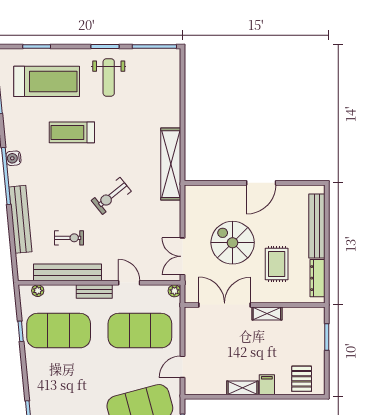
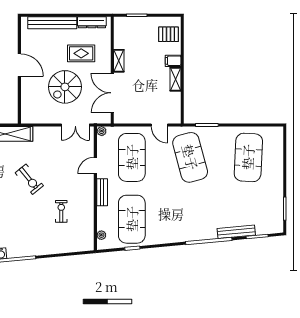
bench: (20, 219) -> (47, 248), removed
bench: (67, 272) -> (88, 213), removed

